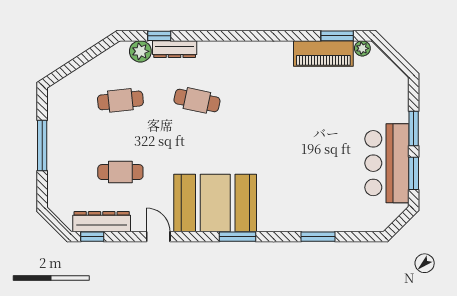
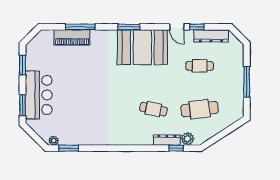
piano: (323, 53) -> (72, 37), moved, turned 180
cafe table: (120, 100) -> (200, 109), width x1.37, depth x1.35
window: (414, 129) -> (23, 105), moved
bar counter: (387, 163) -> (39, 95), moved
window: (92, 237) -> (197, 27), moved
window: (318, 237) -> (80, 27), width x1.44

